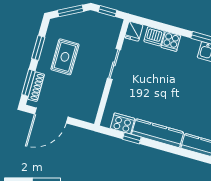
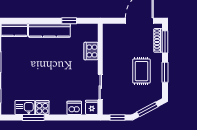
cooker: (171, 41) -> (42, 108), moved
sliding door: (114, 64) -> (100, 87), moved
cooker: (122, 123) -> (91, 51), moved, turned 90

